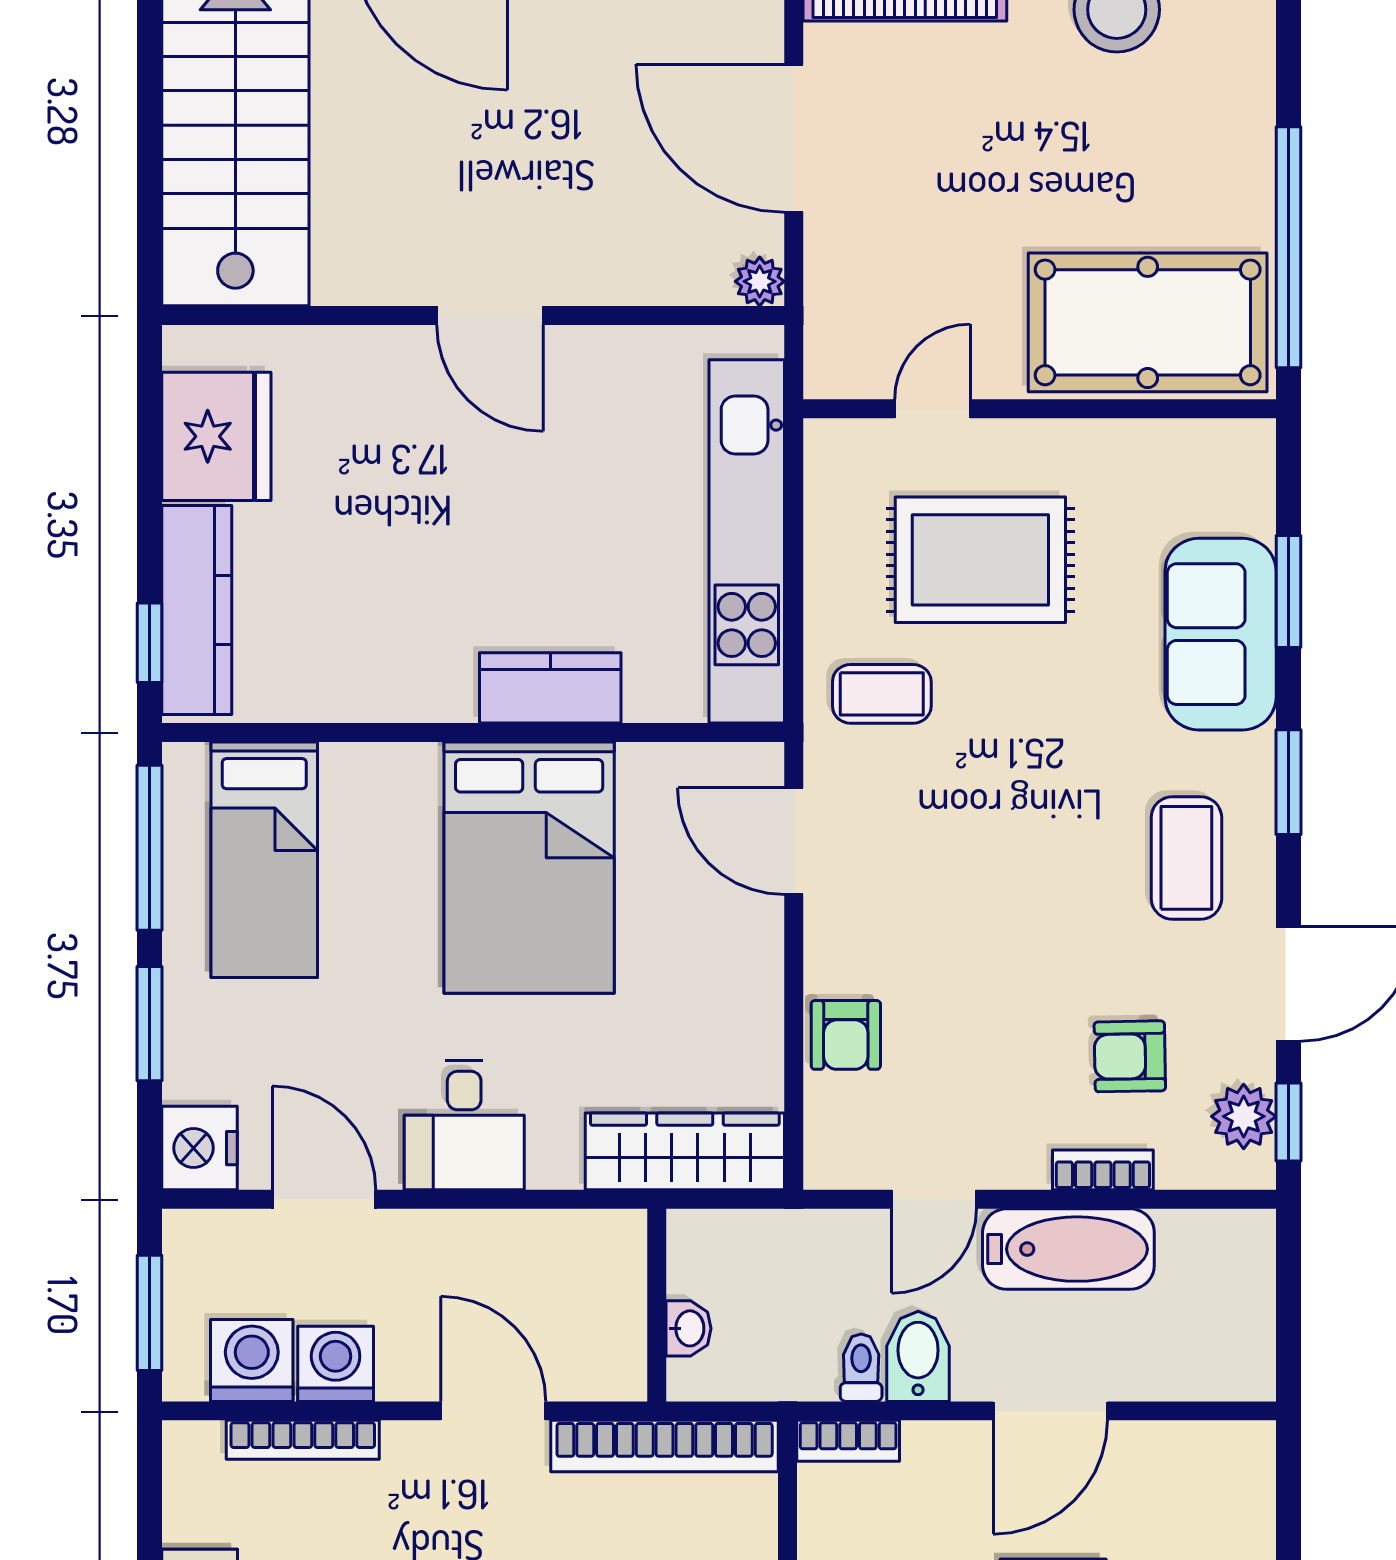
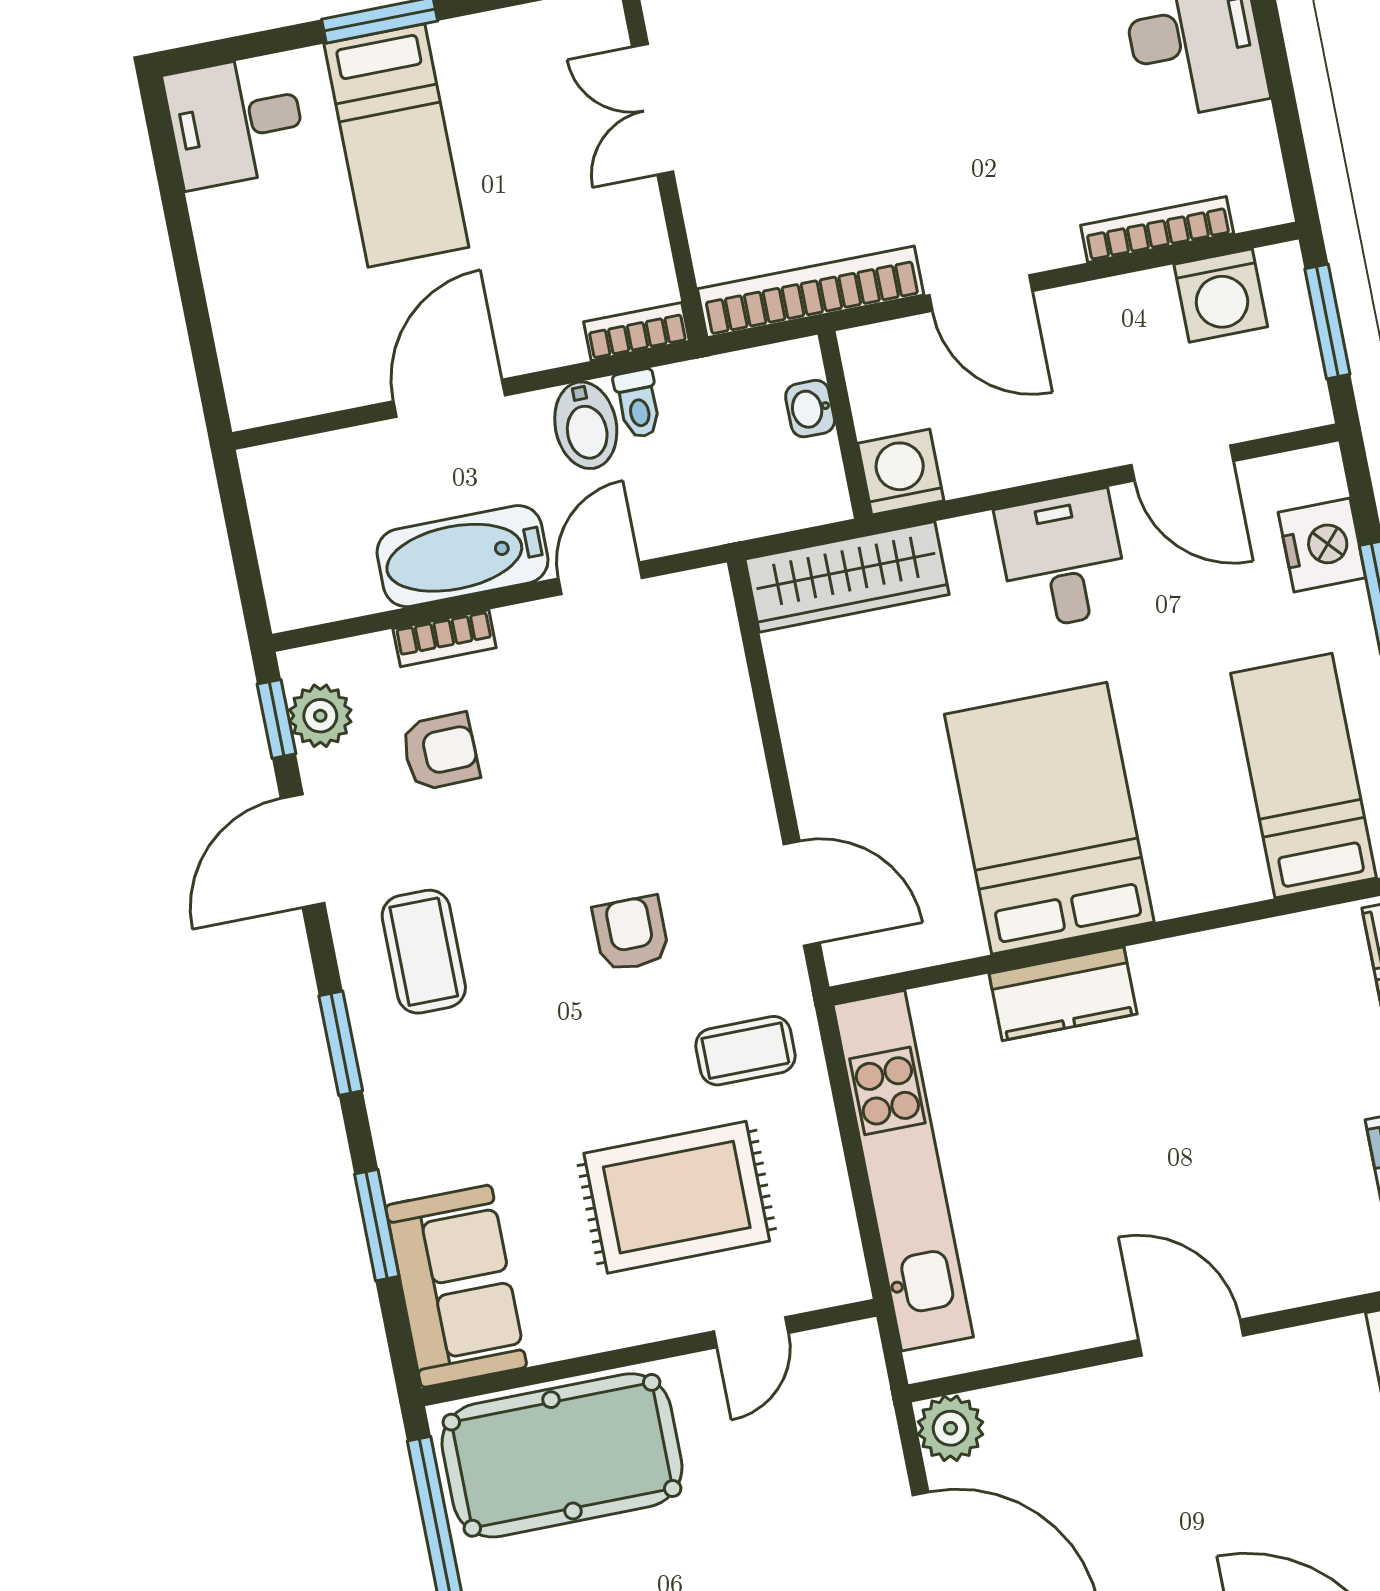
plant: (760, 281) -> (951, 1428), width x1.38, depth x1.38
sofa: (1221, 634) -> (456, 1286), moved
armchair: (846, 1035) -> (631, 933), moved
nightstand: (200, 1148) -> (1322, 545), moved
washing machine: (336, 1364) -> (901, 472), moved, turned 180

